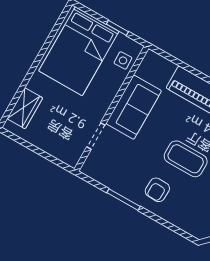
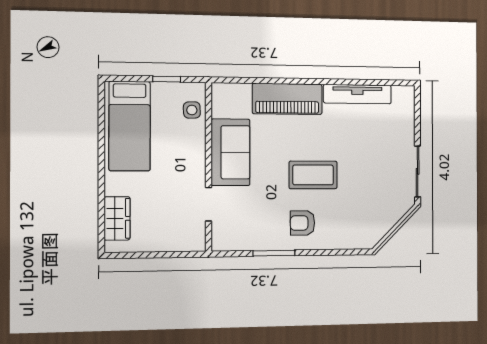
bed: (79, 51) -> (130, 126), width x0.67
armchair: (157, 190) -> (303, 223), turned 88

